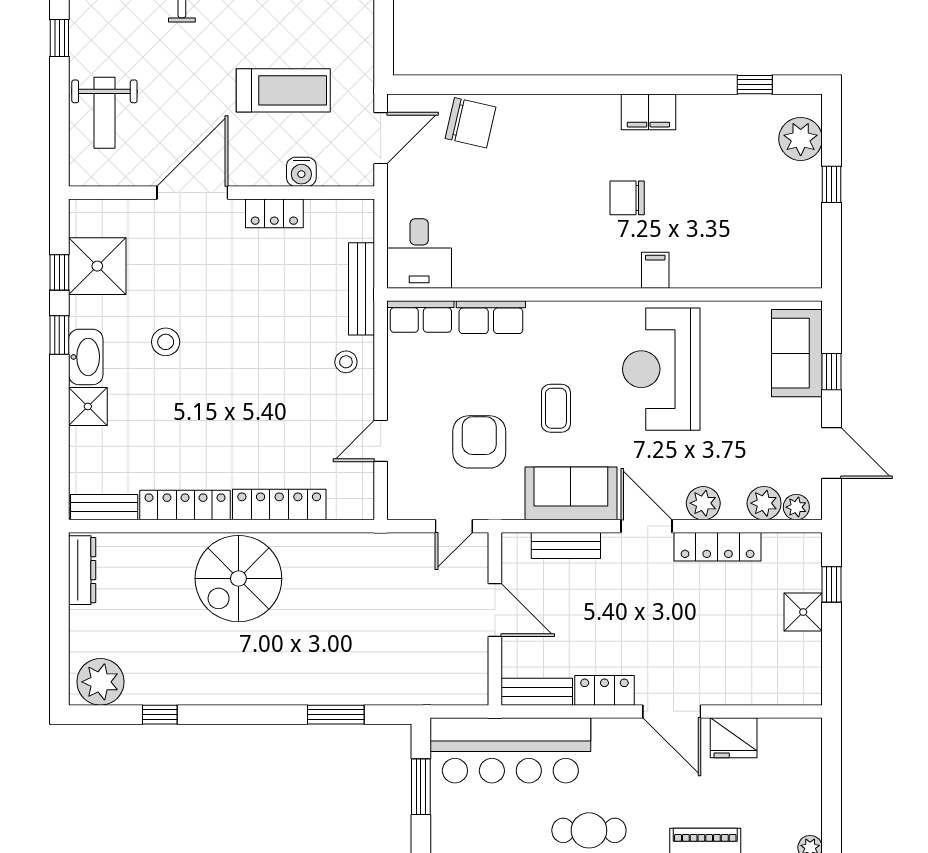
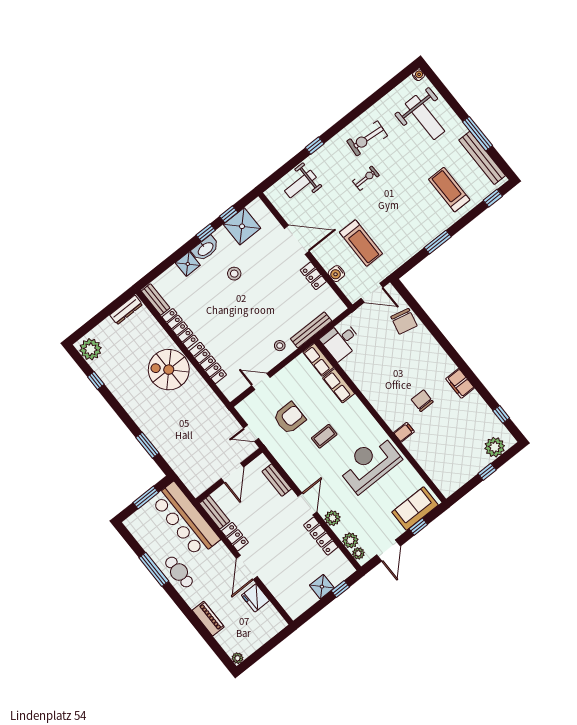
sofa: (571, 493) -> (297, 467), removed

